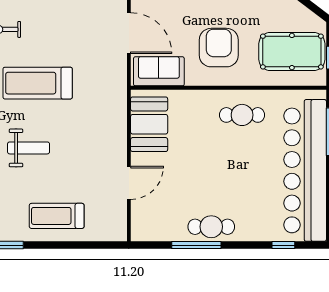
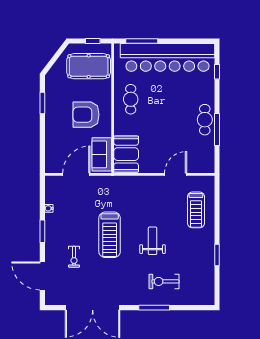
pool table: (292, 52) -> (89, 66), turned 90
booth: (149, 124) -> (126, 154), moved, turned 90
door: (129, 183) -> (176, 174), hinge flipped
treadmill: (57, 216) -> (196, 210), moved

